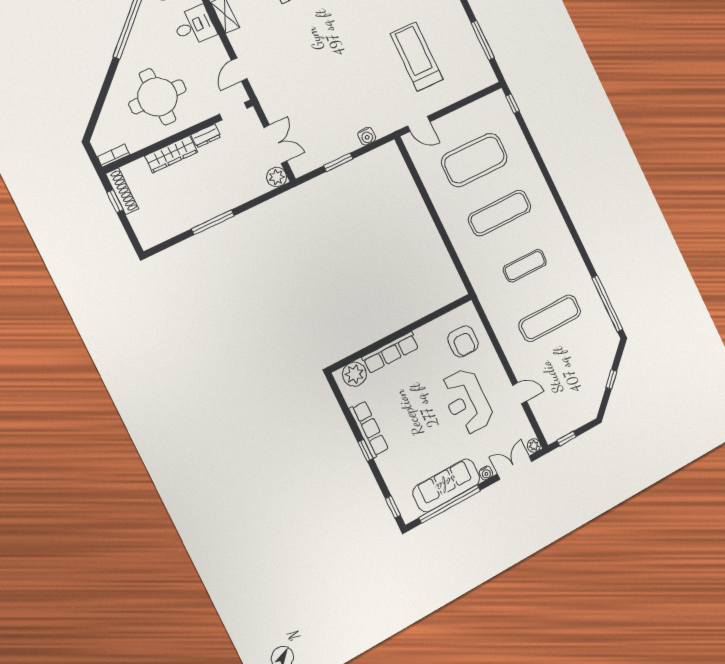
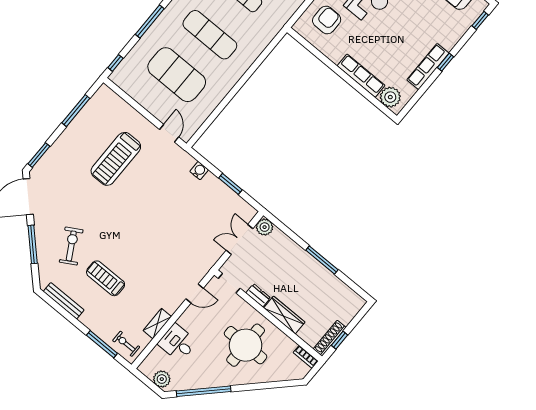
window: (538, 158) -> (150, 21), added

